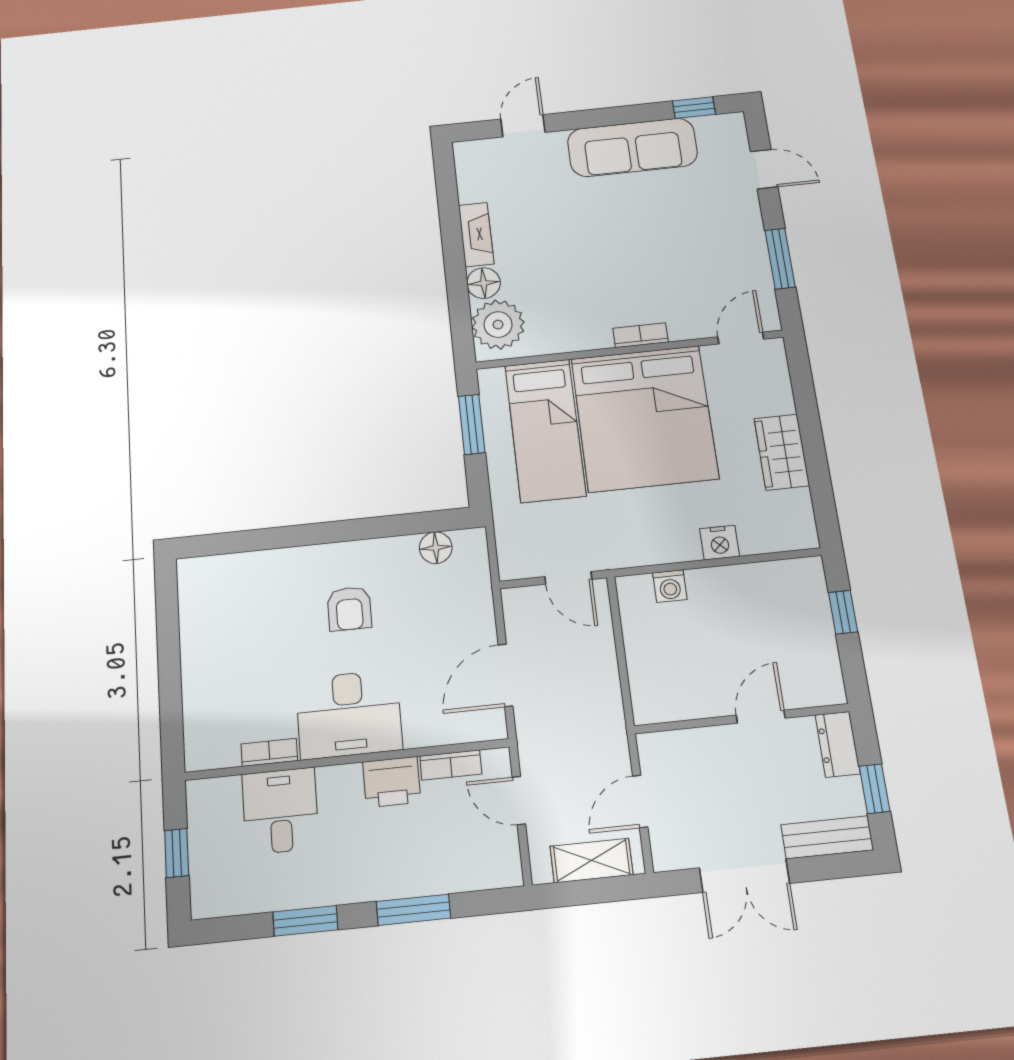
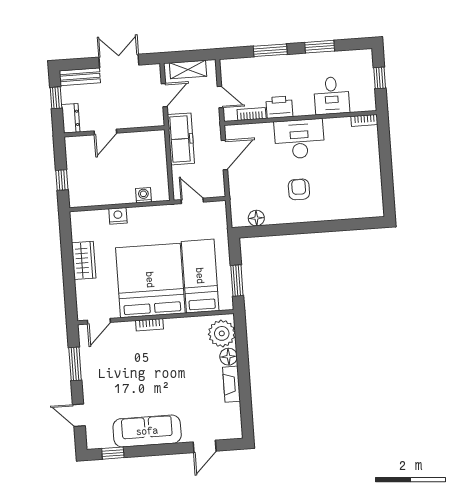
freezer: (599, 707) -> (181, 139), added
bookcase: (269, 752) -> (364, 120), moved

